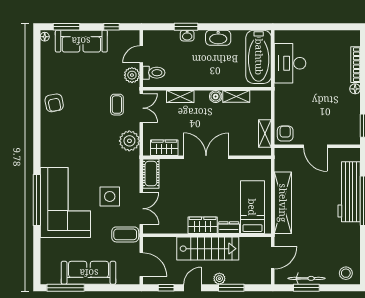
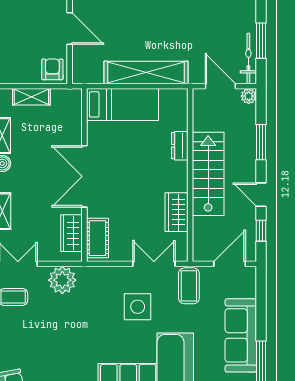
shelving: (265, 133) -> (31, 97), moved
armchair: (285, 134) -> (52, 69), turned 90
door: (315, 146) -> (70, 28), hinge flipped
cot: (151, 174) -> (97, 238), moved, turned 90
bed: (252, 207) -> (123, 104), moved, turned 180
wardrobe: (203, 225) -> (177, 212), moved
bicycle: (307, 278) -> (248, 59), moved
plant: (219, 279) -> (249, 96), moved

